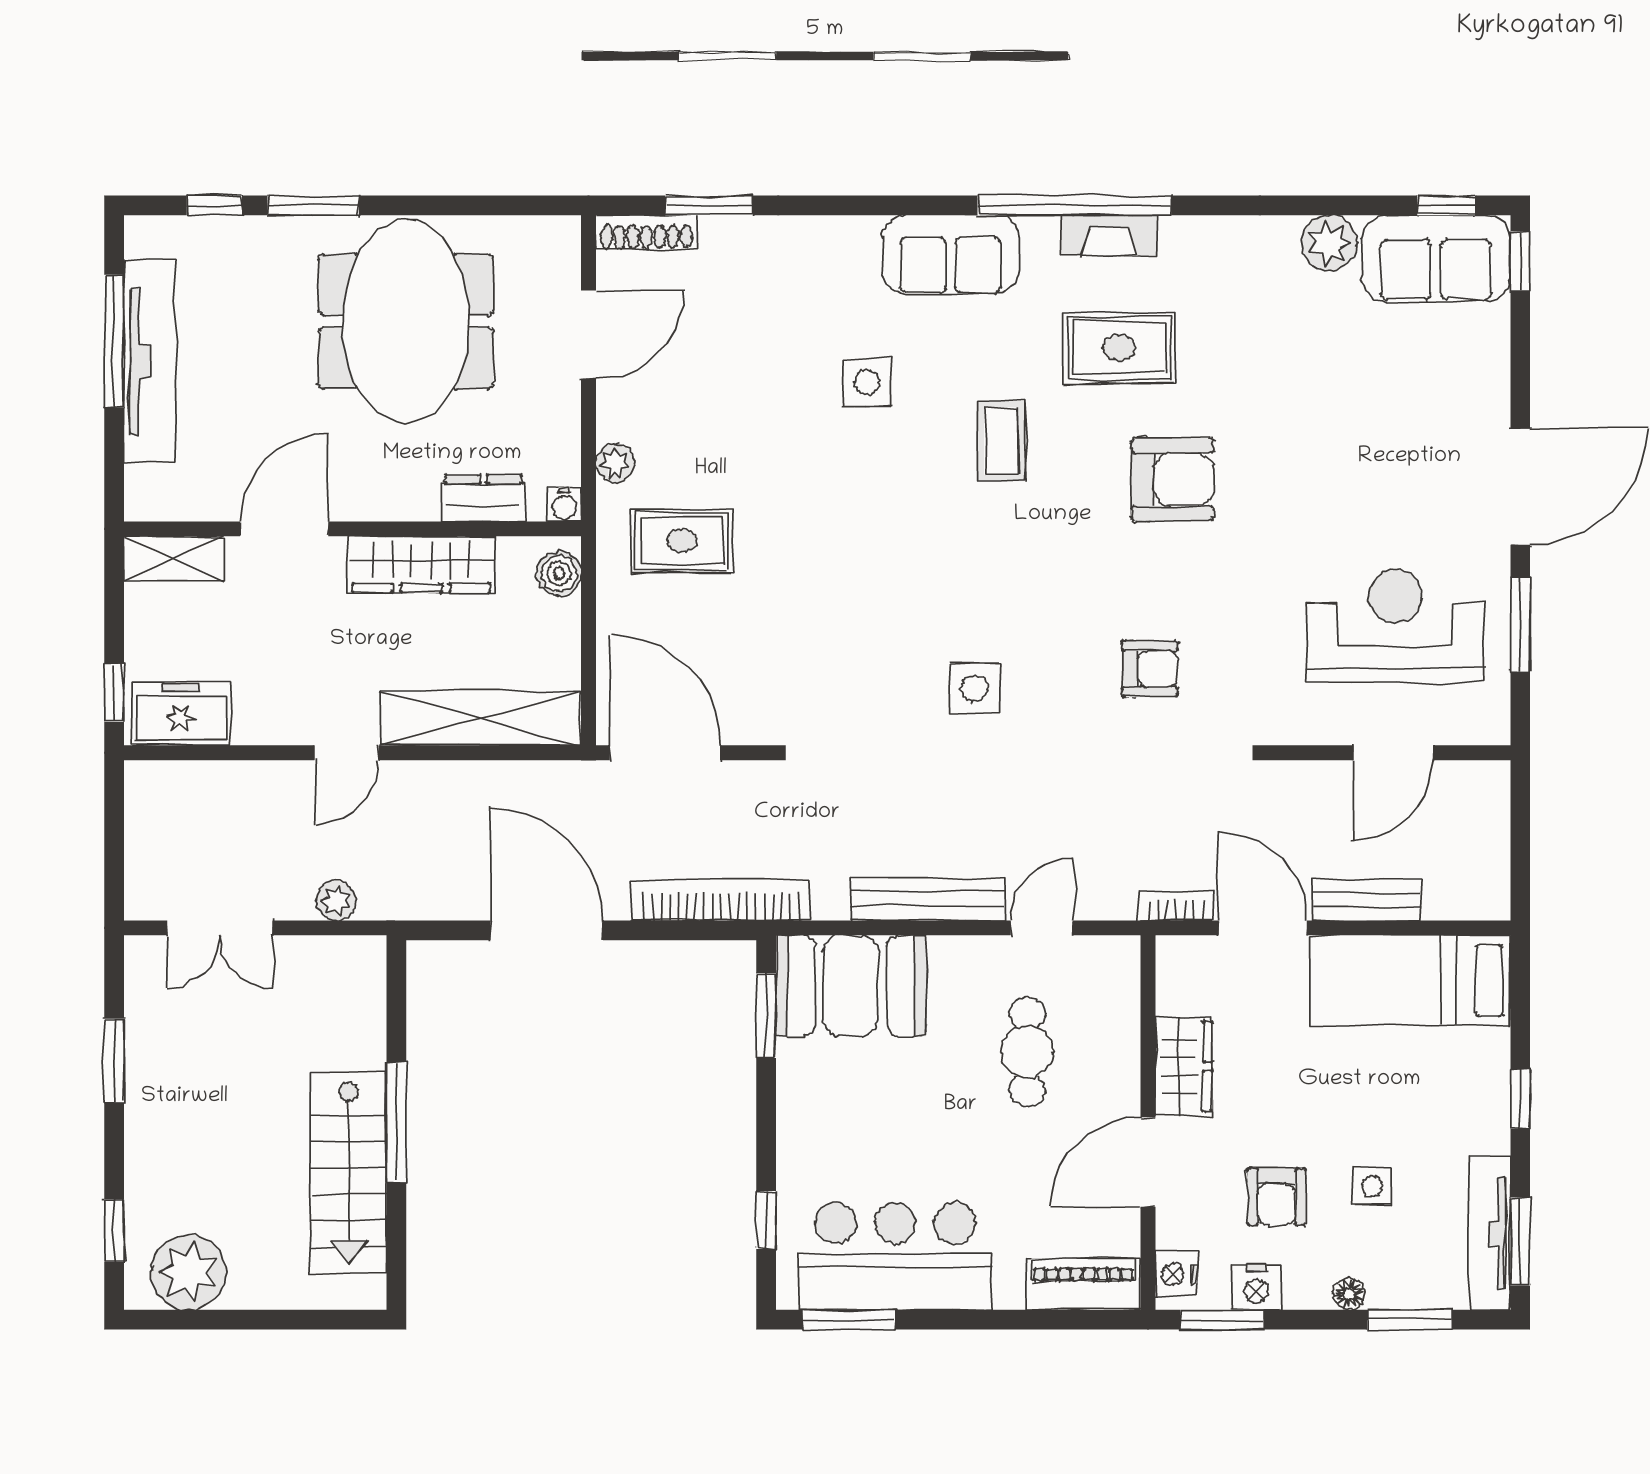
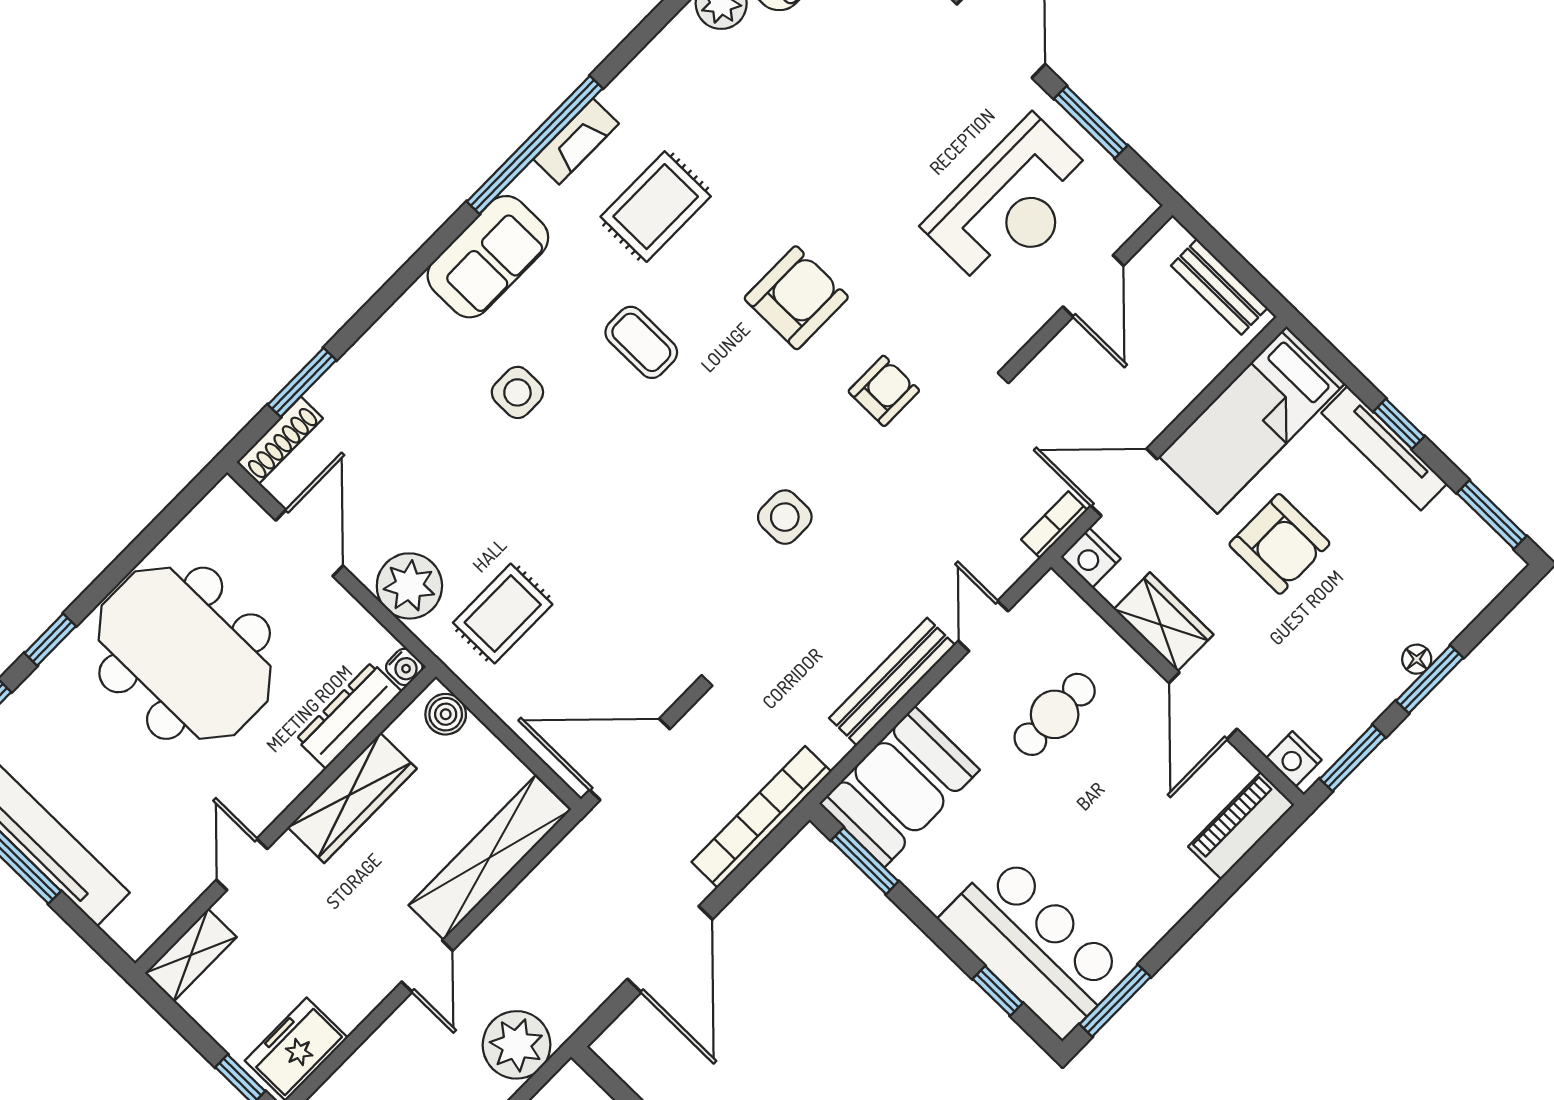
window: (313, 205) -> (50, 640), width x0.67
plant: (615, 463) -> (409, 586), width x1.87, depth x1.87
armchair: (1173, 479) -> (796, 298), moved
dresser: (483, 498) -> (349, 715), width x1.44
door: (284, 529) -> (242, 864), width x0.73
reception desk: (1395, 626) -> (1012, 204), turned 180
bench: (1366, 900) -> (1219, 287), moved, turned 90
plant: (336, 901) -> (517, 1045), width x1.87, depth x1.87
door: (547, 930) -> (670, 949), swing flipped
cafe table: (1027, 1052) -> (1055, 714), turned 90
side table: (1372, 1186) -> (1361, 576), removed
armchair: (1277, 1197) -> (1279, 544), moved, width x1.38, depth x1.38
tv unit: (1490, 1233) -> (1384, 448), moved
bar counter: (895, 1256) -> (1034, 945), moved, turned 90
nightstand: (1256, 1287) -> (1091, 558), moved, turned 90
window: (1410, 1320) -> (1430, 679), moved

